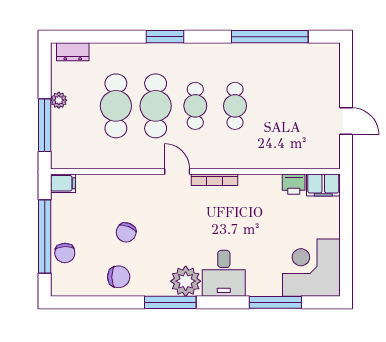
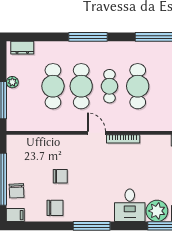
window: (165, 37) -> (88, 37), width x1.44
cafe table: (235, 106) -> (138, 86), width x1.37, depth x1.35
filing cabinet: (63, 183) -> (15, 215), moved
chair: (126, 232) -> (60, 176), turned -112
plant: (186, 281) -> (157, 211), moved

